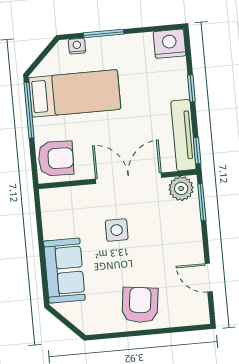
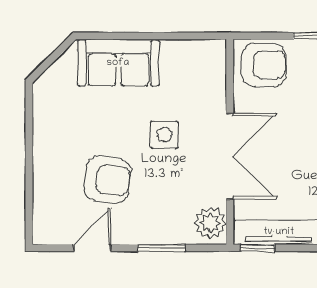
armchair: (56, 158) -> (264, 65), turned -92
window: (202, 202) -> (161, 248), moved
armchair: (140, 305) -> (107, 179), moved

